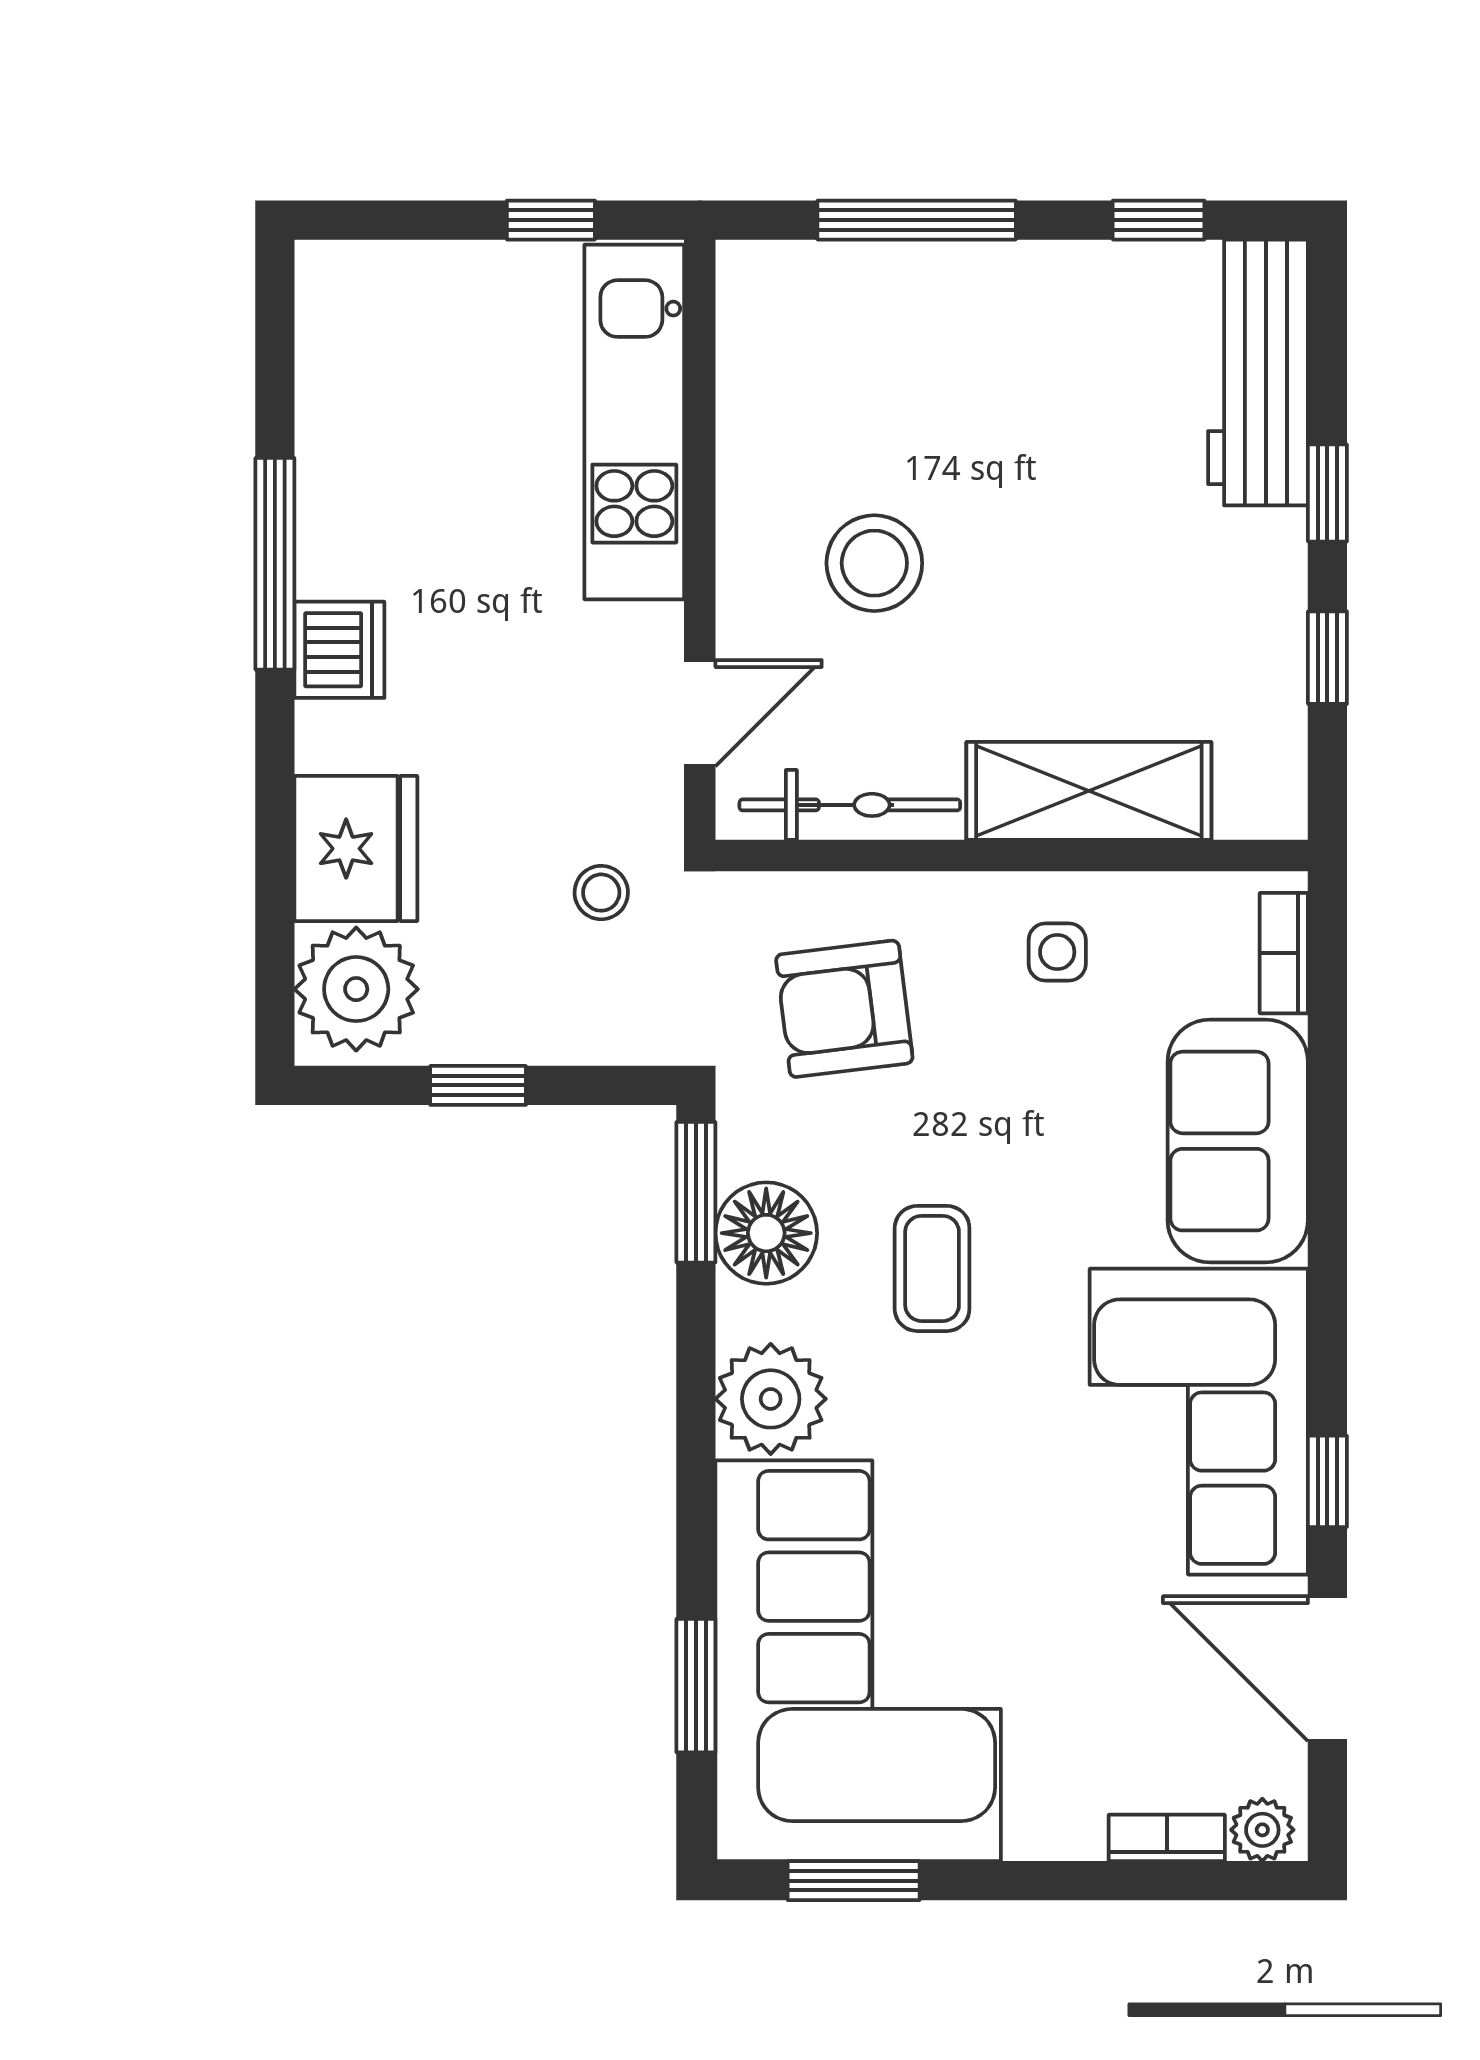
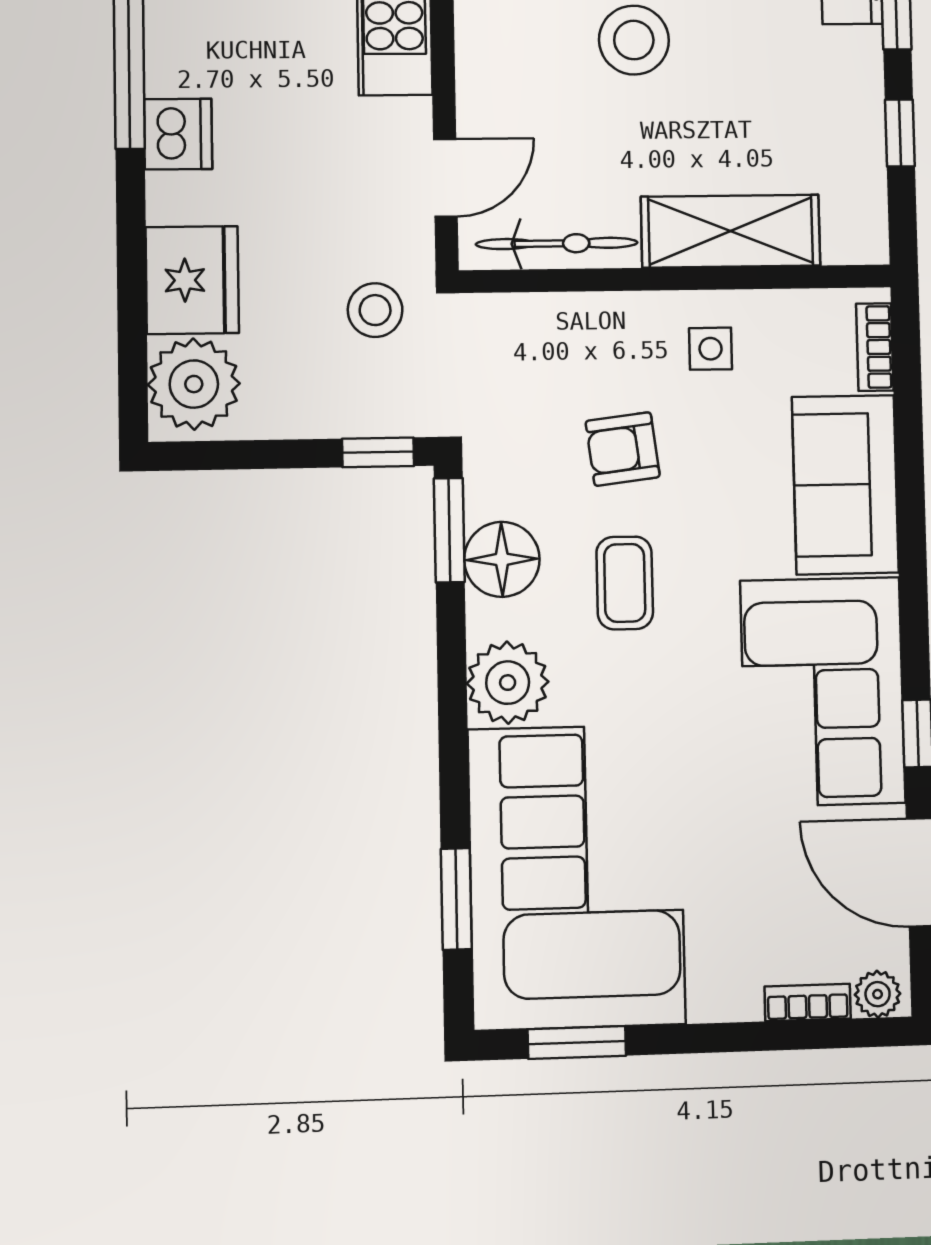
stool: (874, 563) -> (634, 40), moved
stool: (601, 893) -> (375, 310), width x1.37, depth x1.37
armchair: (844, 1009) -> (623, 449), moved, width x0.72, depth x0.72
window: (478, 1085) -> (378, 452), moved

